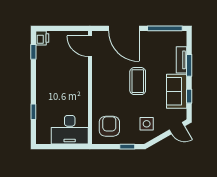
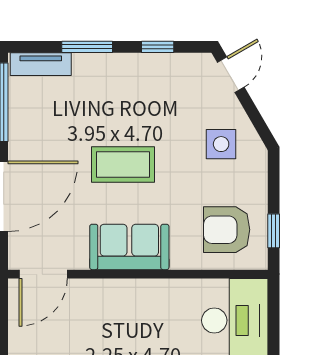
tv unit: (181, 60) -> (41, 64), moved
sofa: (177, 91) -> (129, 247), moved, turned 180
window: (127, 147) -> (274, 231), moved

